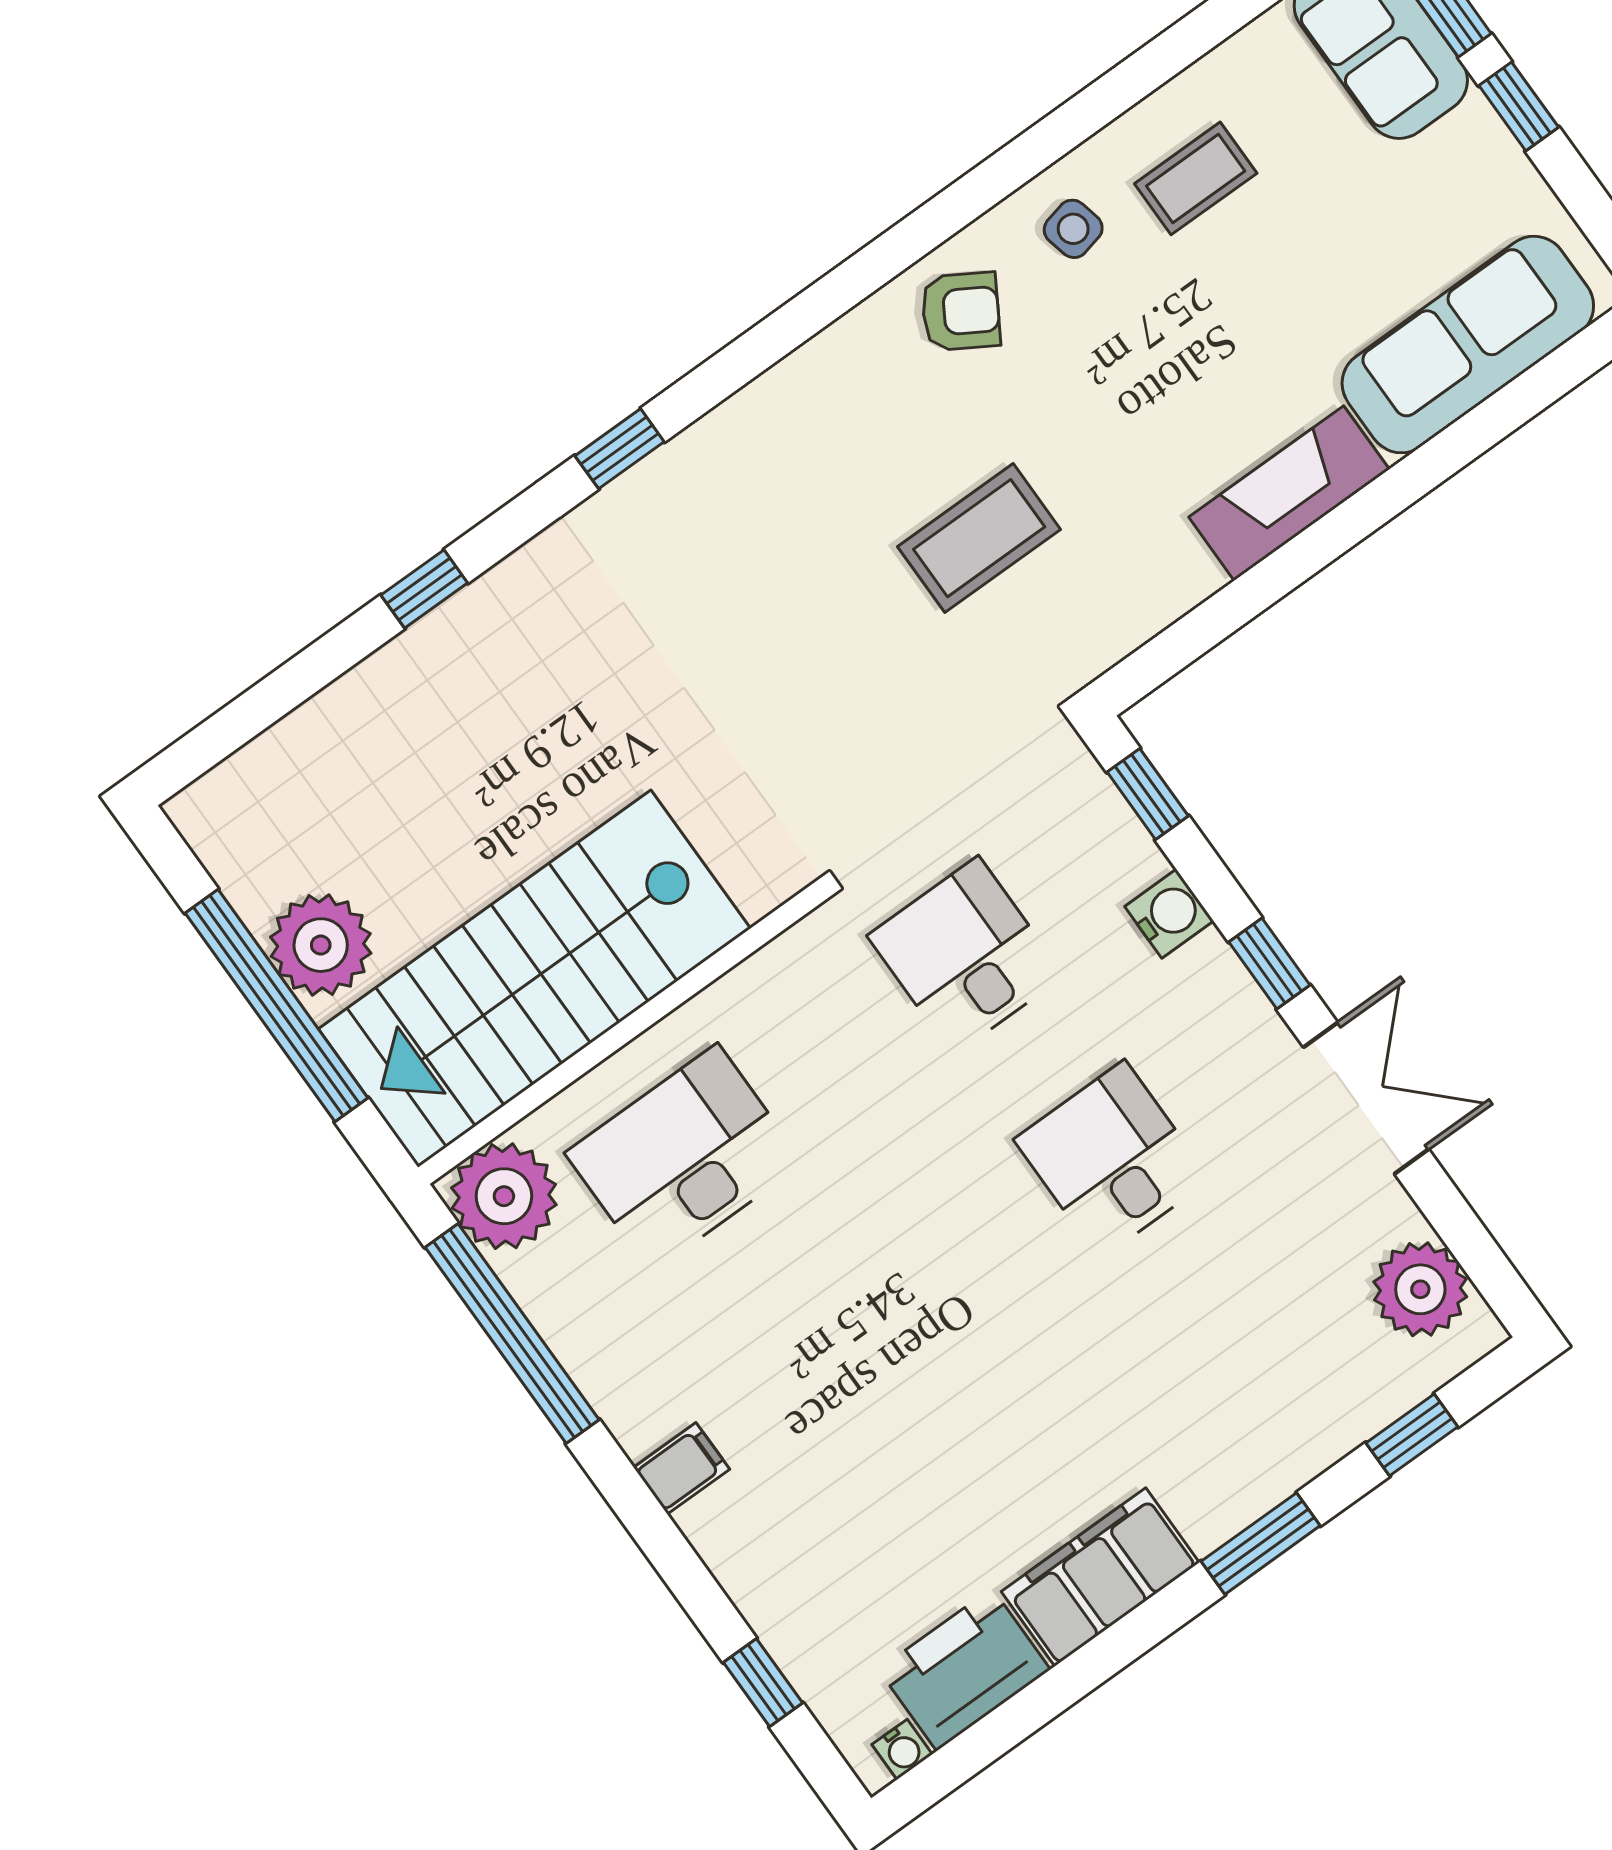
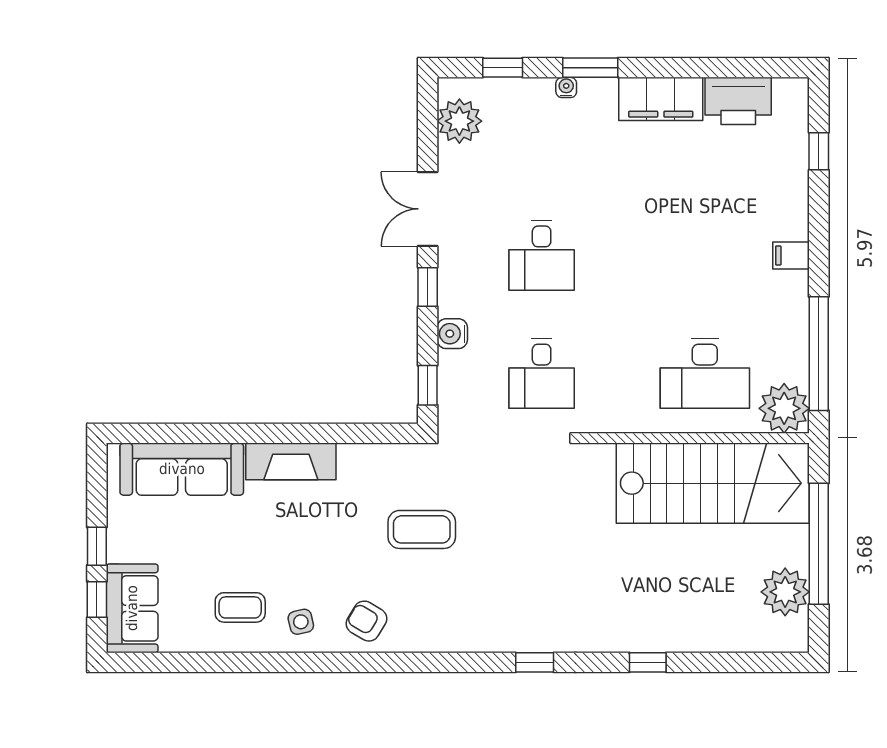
plant: (321, 945) -> (785, 592), moved
water cooler: (902, 1749) -> (566, 87), moved

